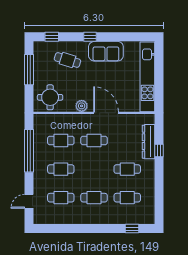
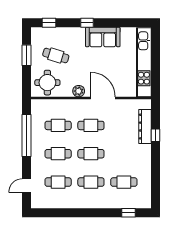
cafe table: (67, 60) -> (56, 56), moved
window: (29, 70) -> (27, 55), width x0.69
cafe table: (127, 169) -> (91, 154), moved

